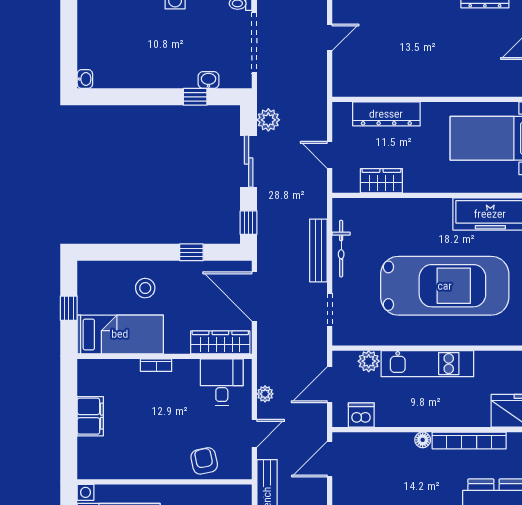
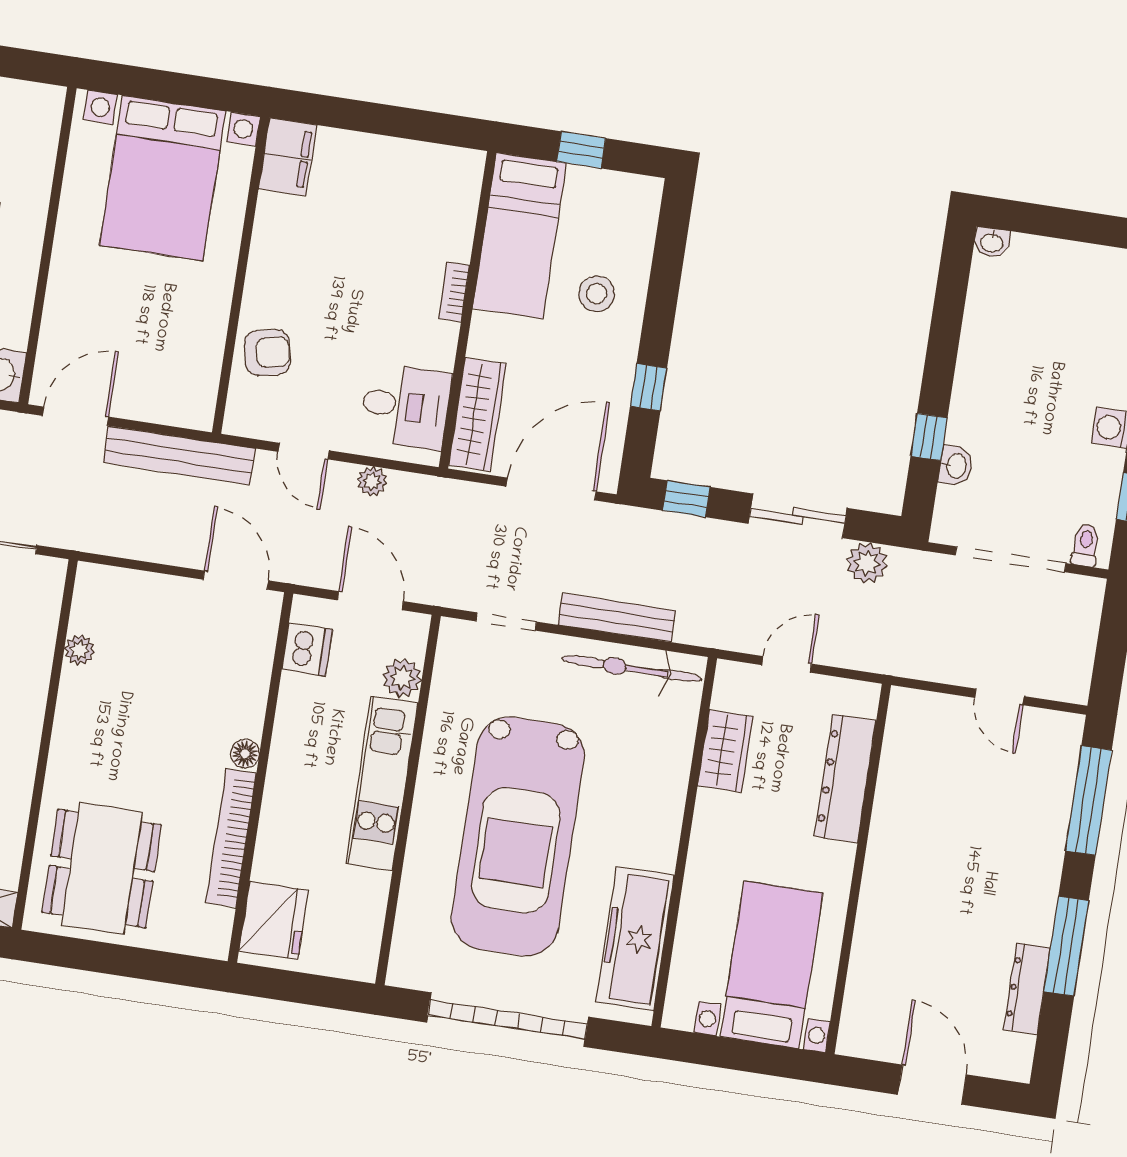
bicycle: (341, 249) -> (632, 669), width x1.37, depth x1.40
filing cabinet: (90, 416) -> (288, 157), moved, turned -90

